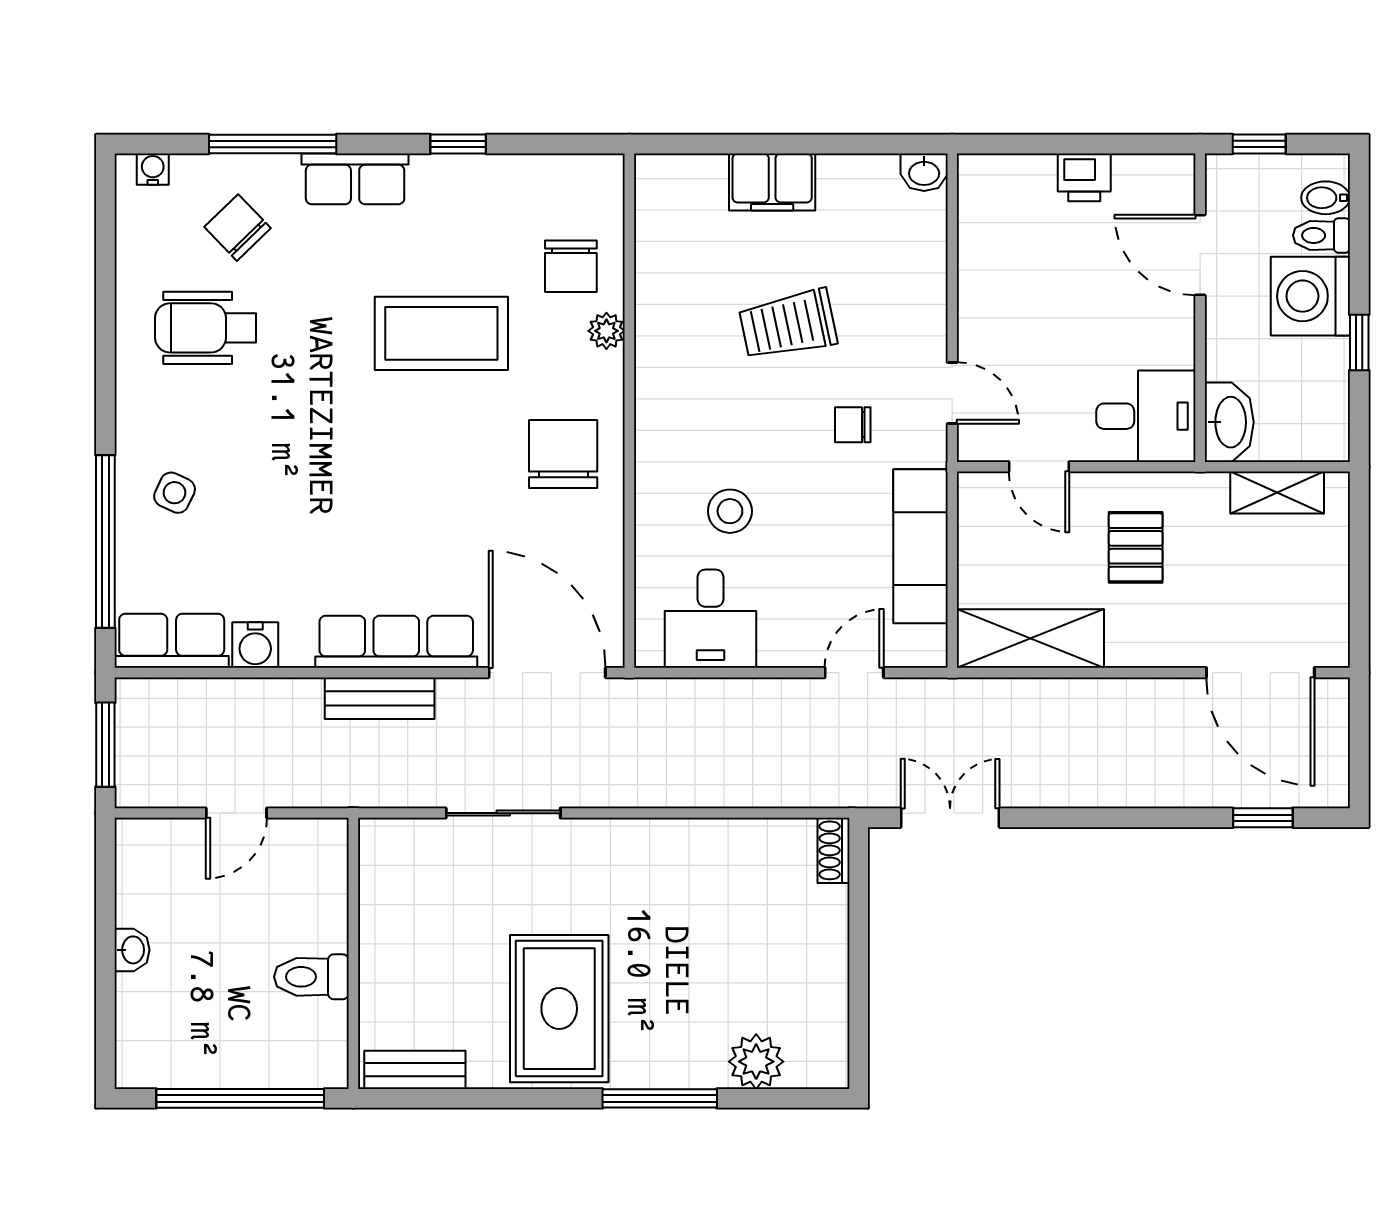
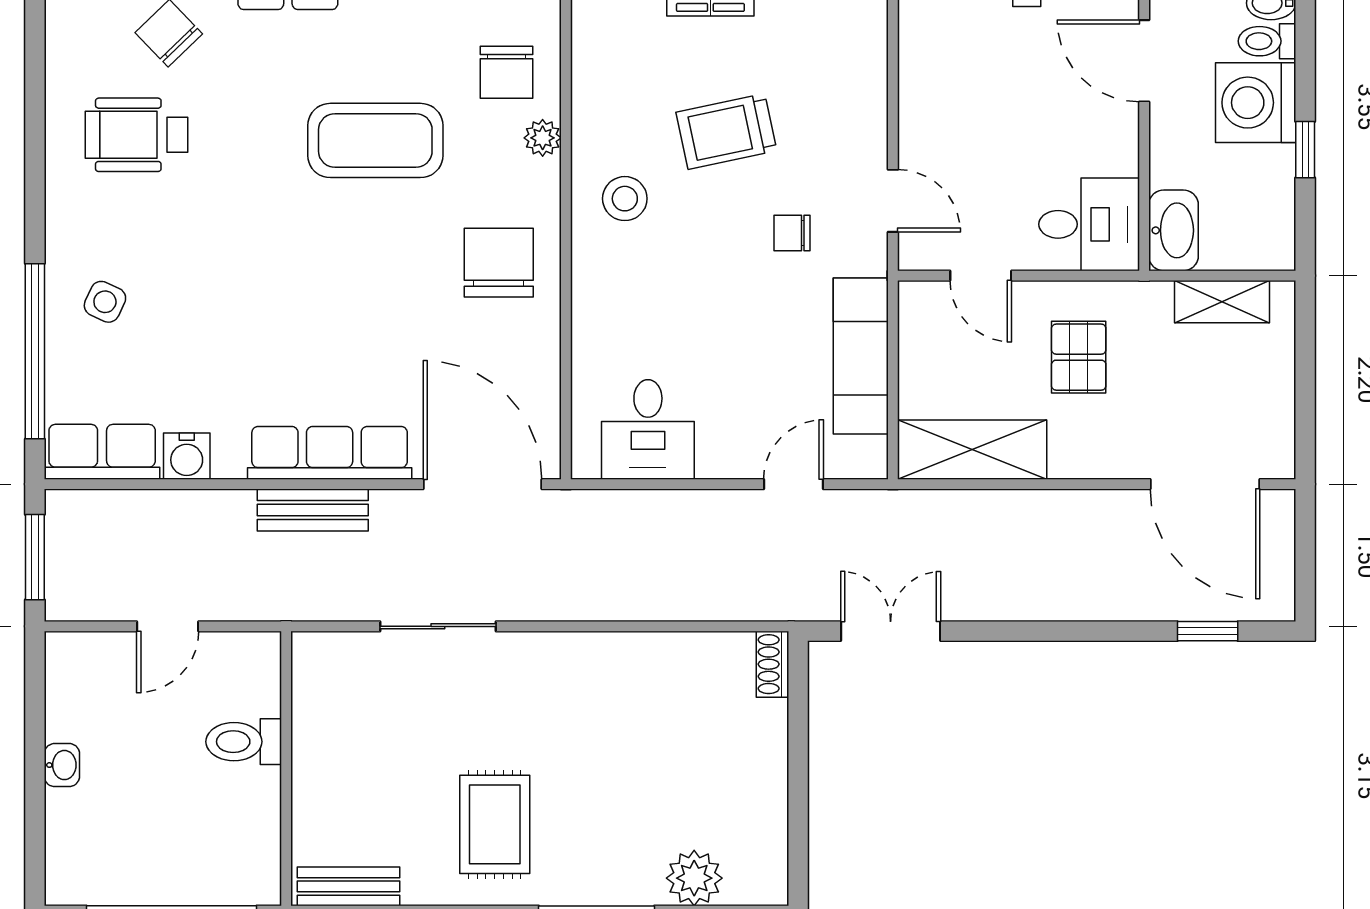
stool: (730, 511) -> (625, 199), moved
toilet: (311, 977) -> (244, 742), moved
rug: (559, 1009) -> (495, 824), width x0.73, depth x0.70

